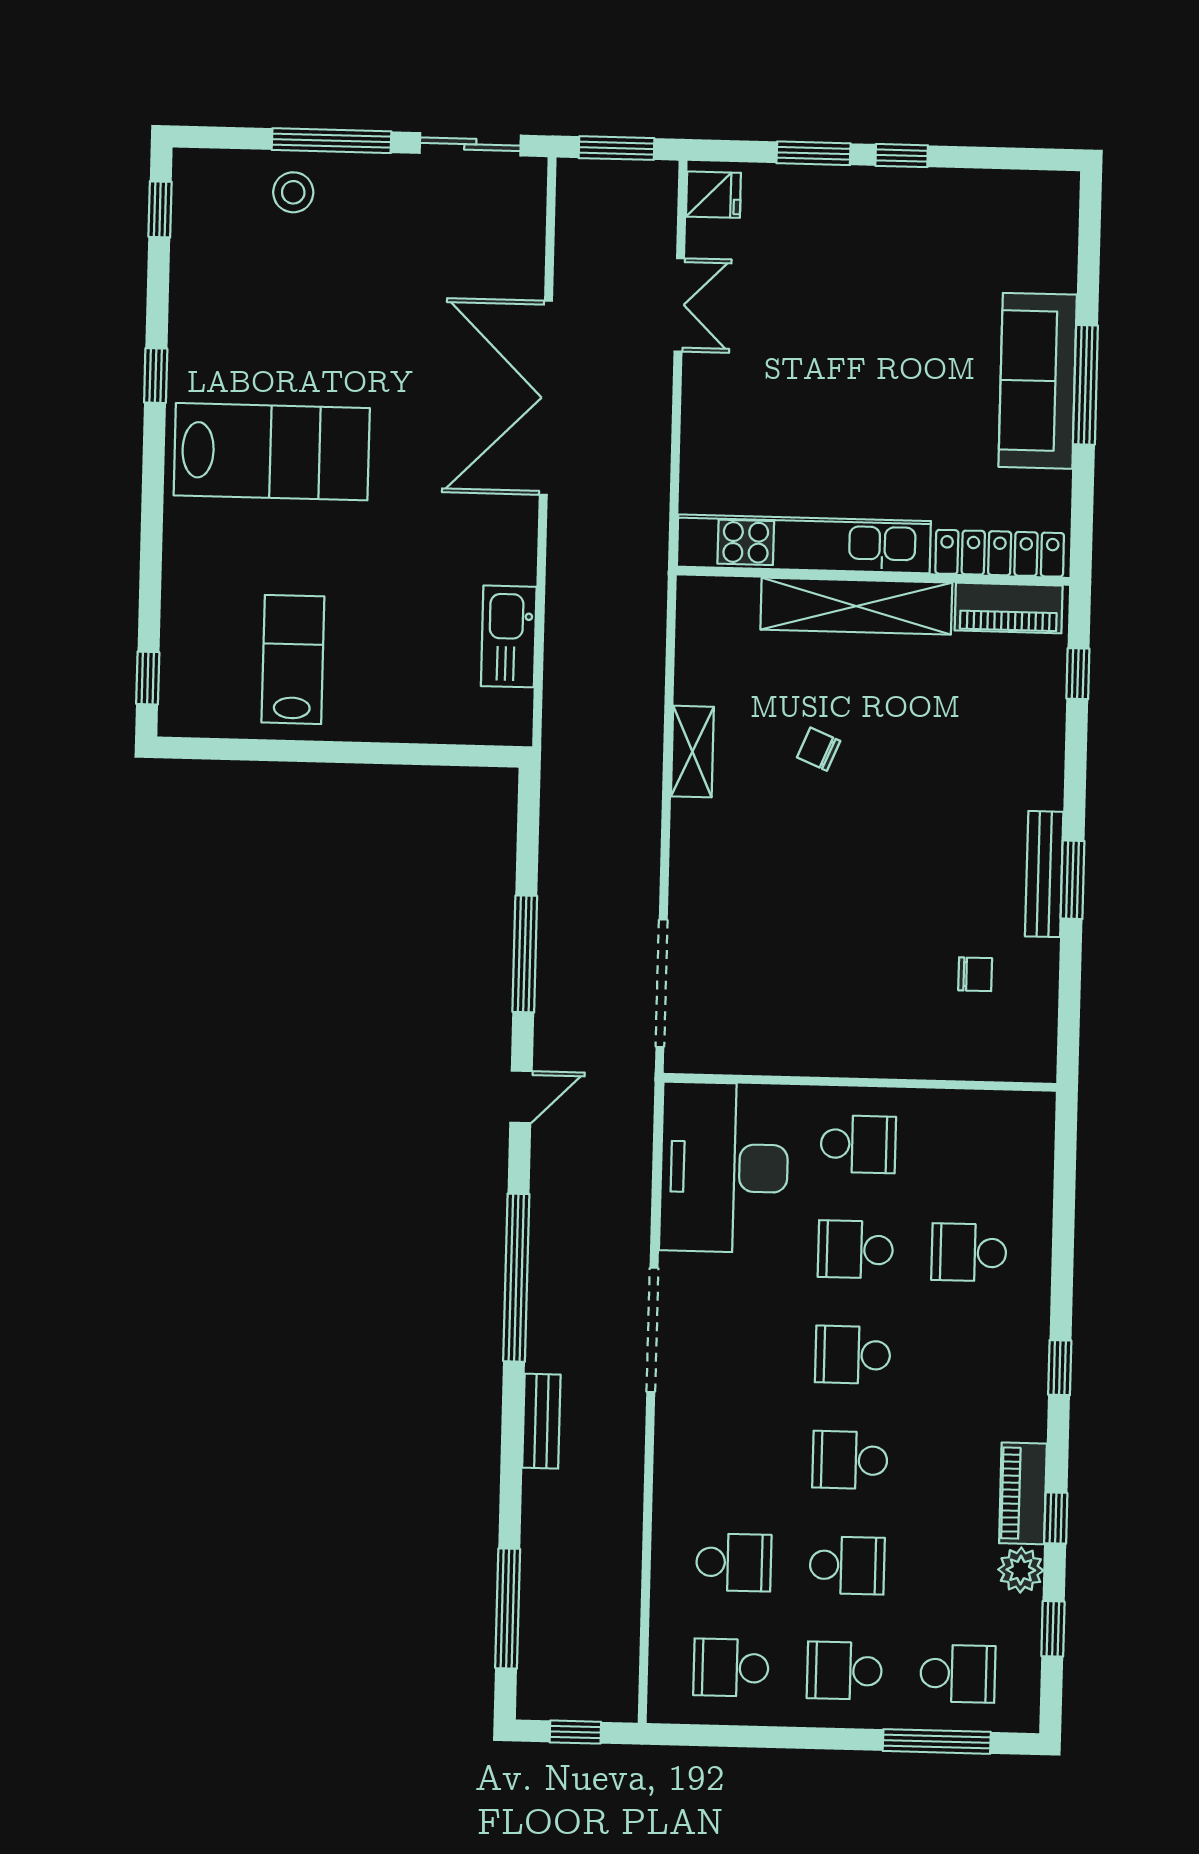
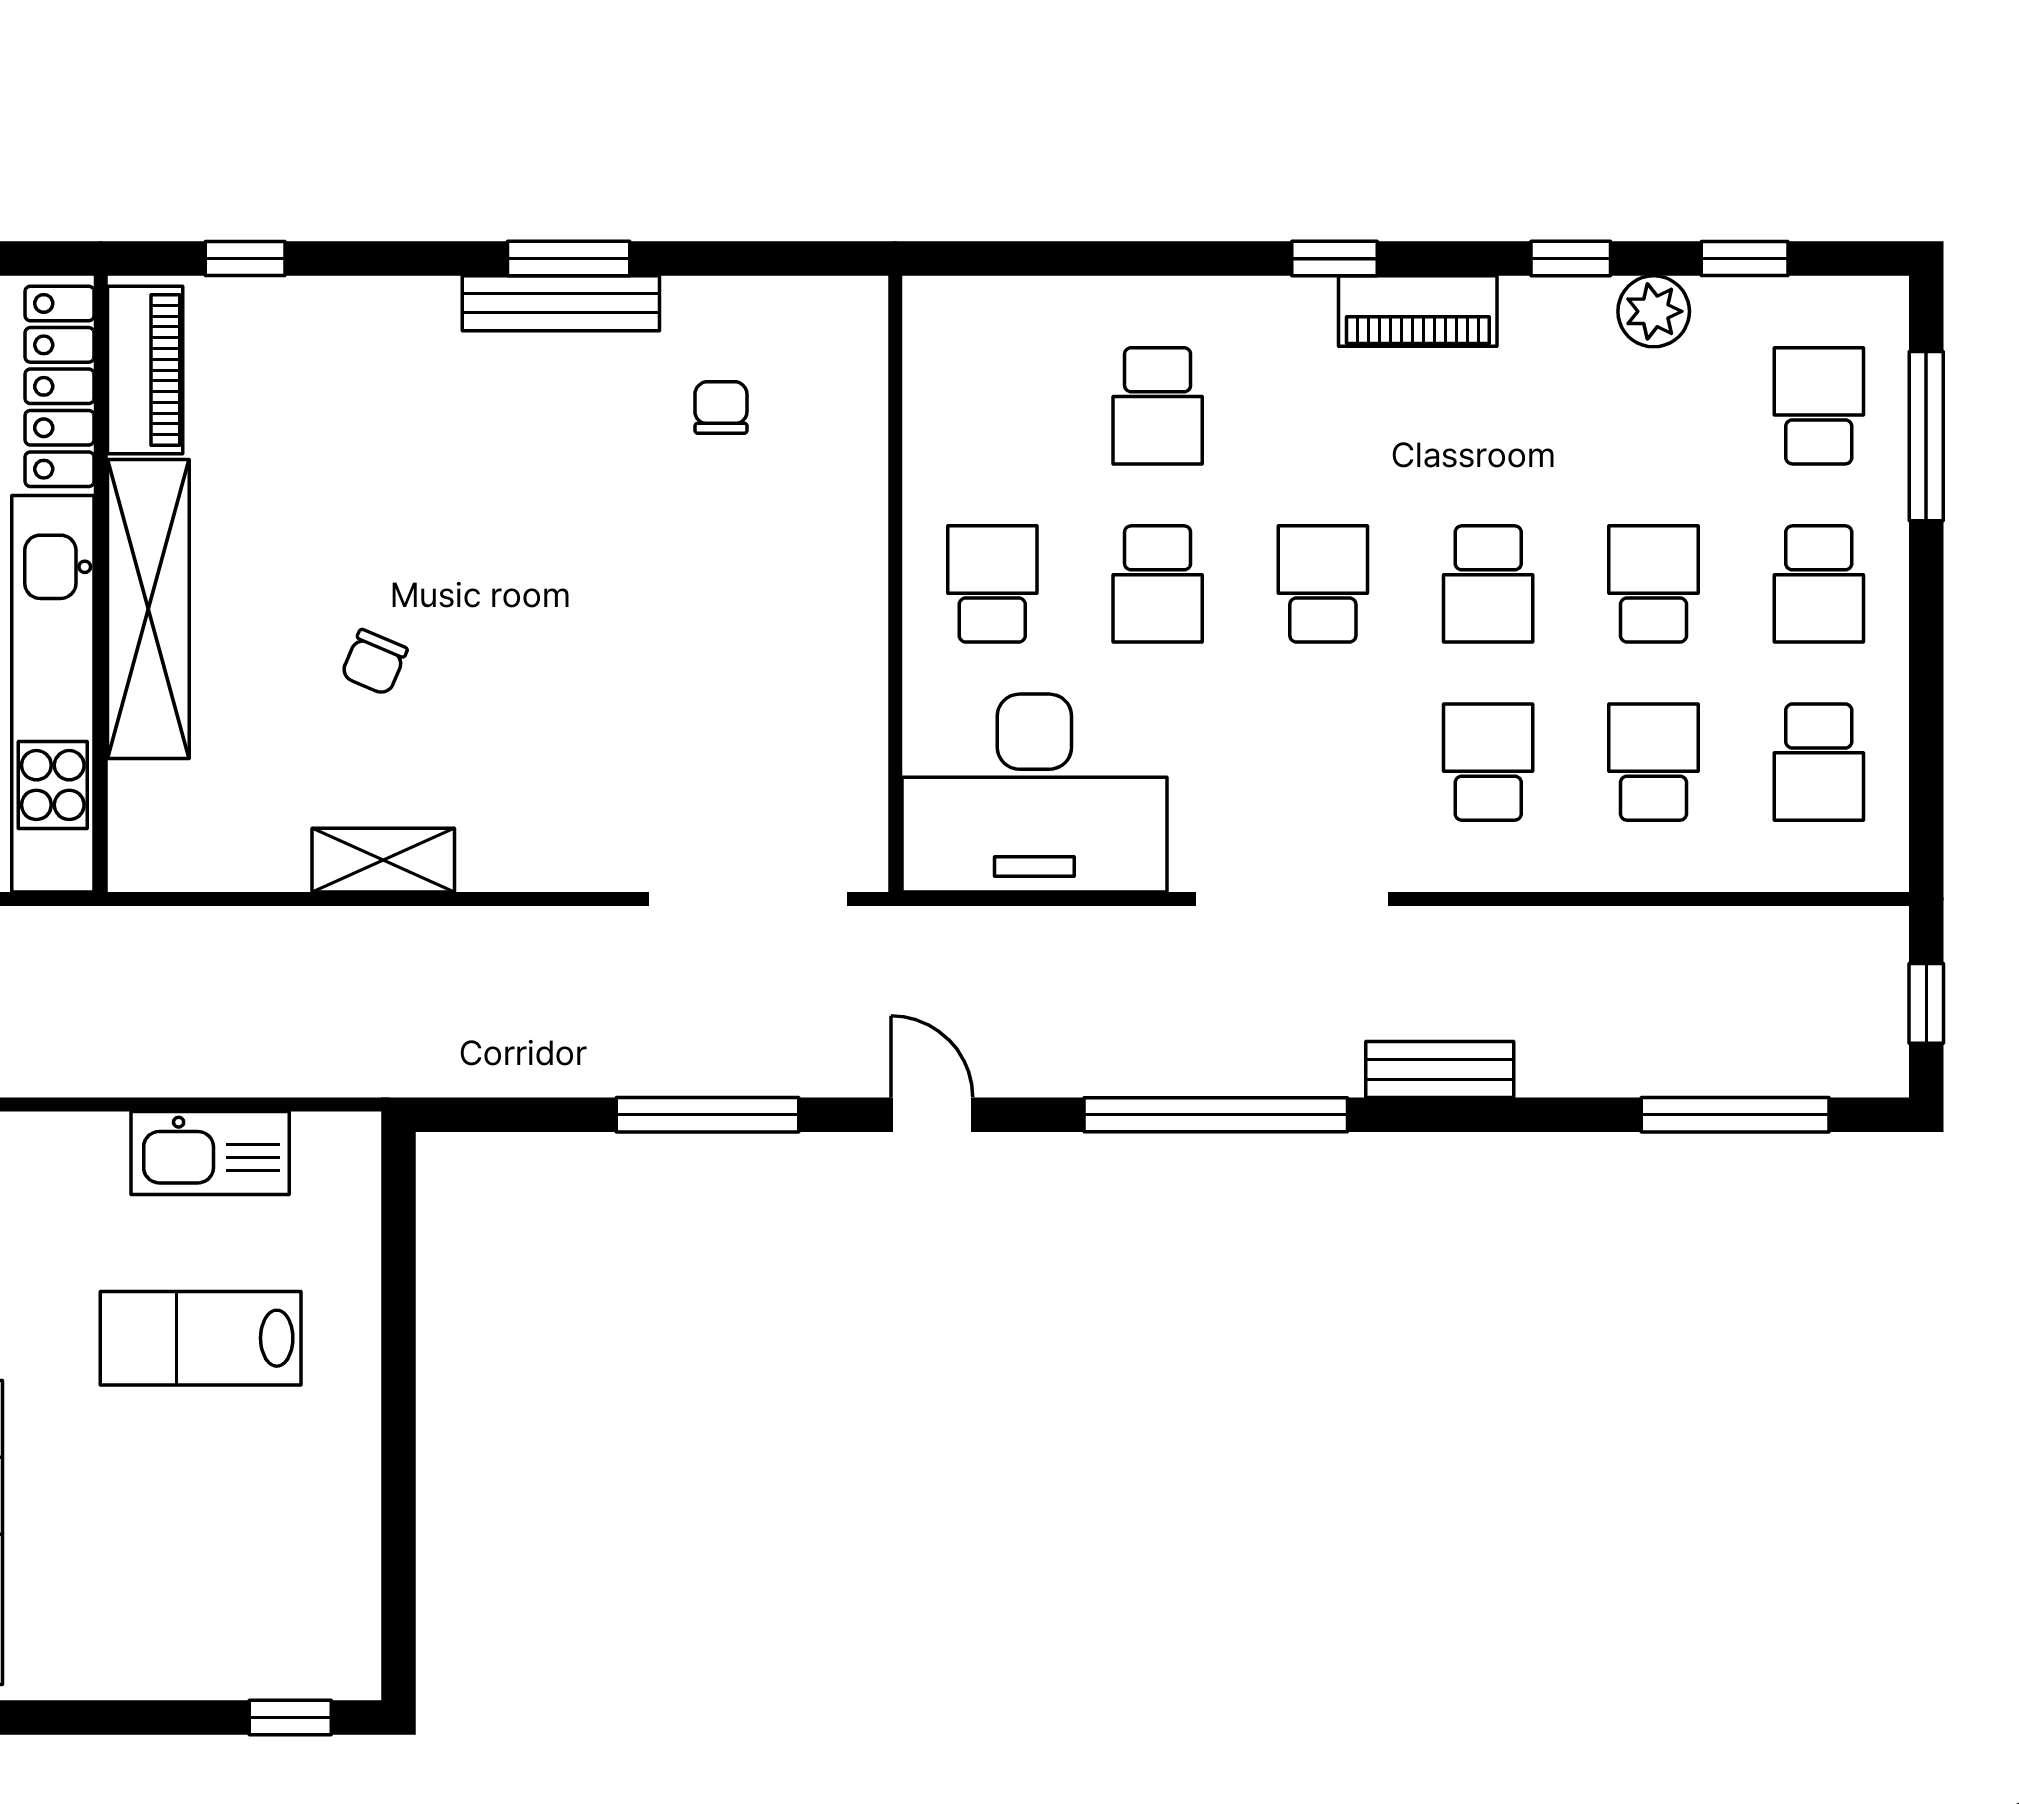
lab bench: (293, 659) -> (201, 1338), moved
school desk: (853, 1355) -> (1323, 584), turned 180
school desk: (736, 1457) -> (1488, 762), added
piano: (1023, 1493) -> (1418, 311), moved

